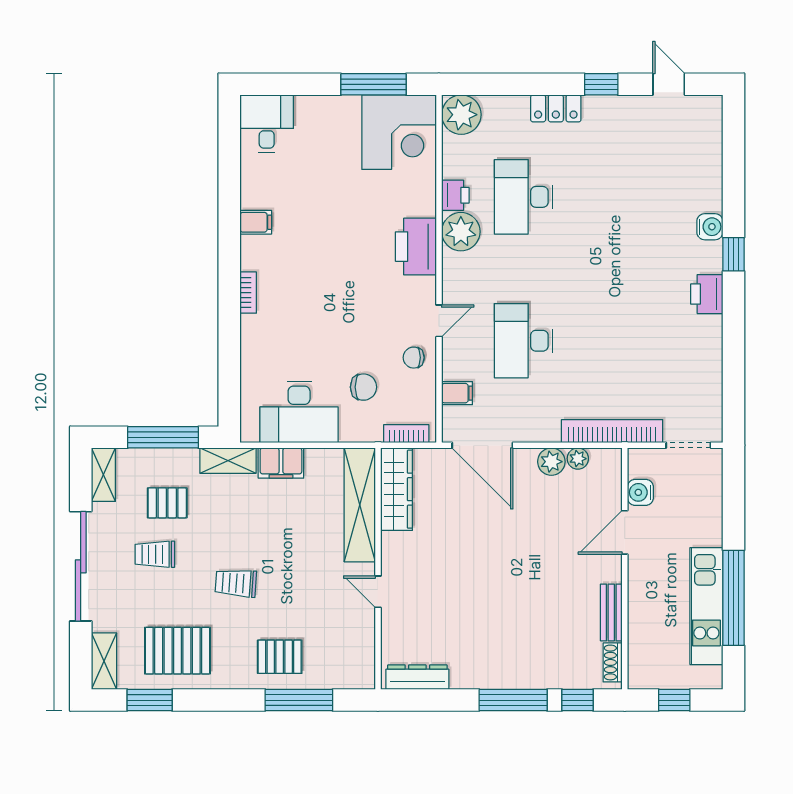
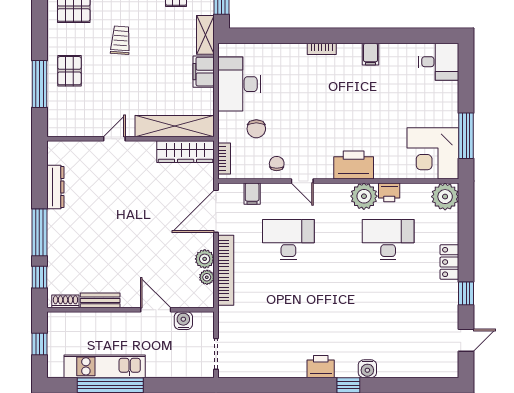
bookcase: (612, 431) -> (226, 270), moved
dresser: (417, 677) -> (55, 187), moved

